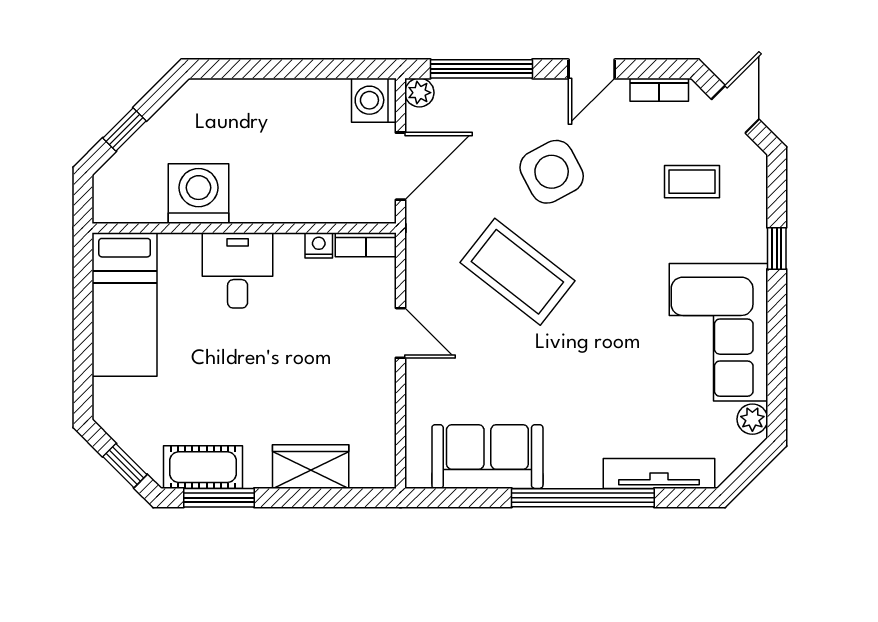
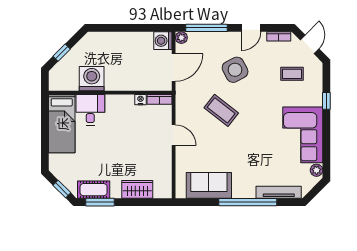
desk: (238, 270) -> (90, 110), moved
coffee table: (517, 272) -> (221, 110), width x0.73, depth x0.76

